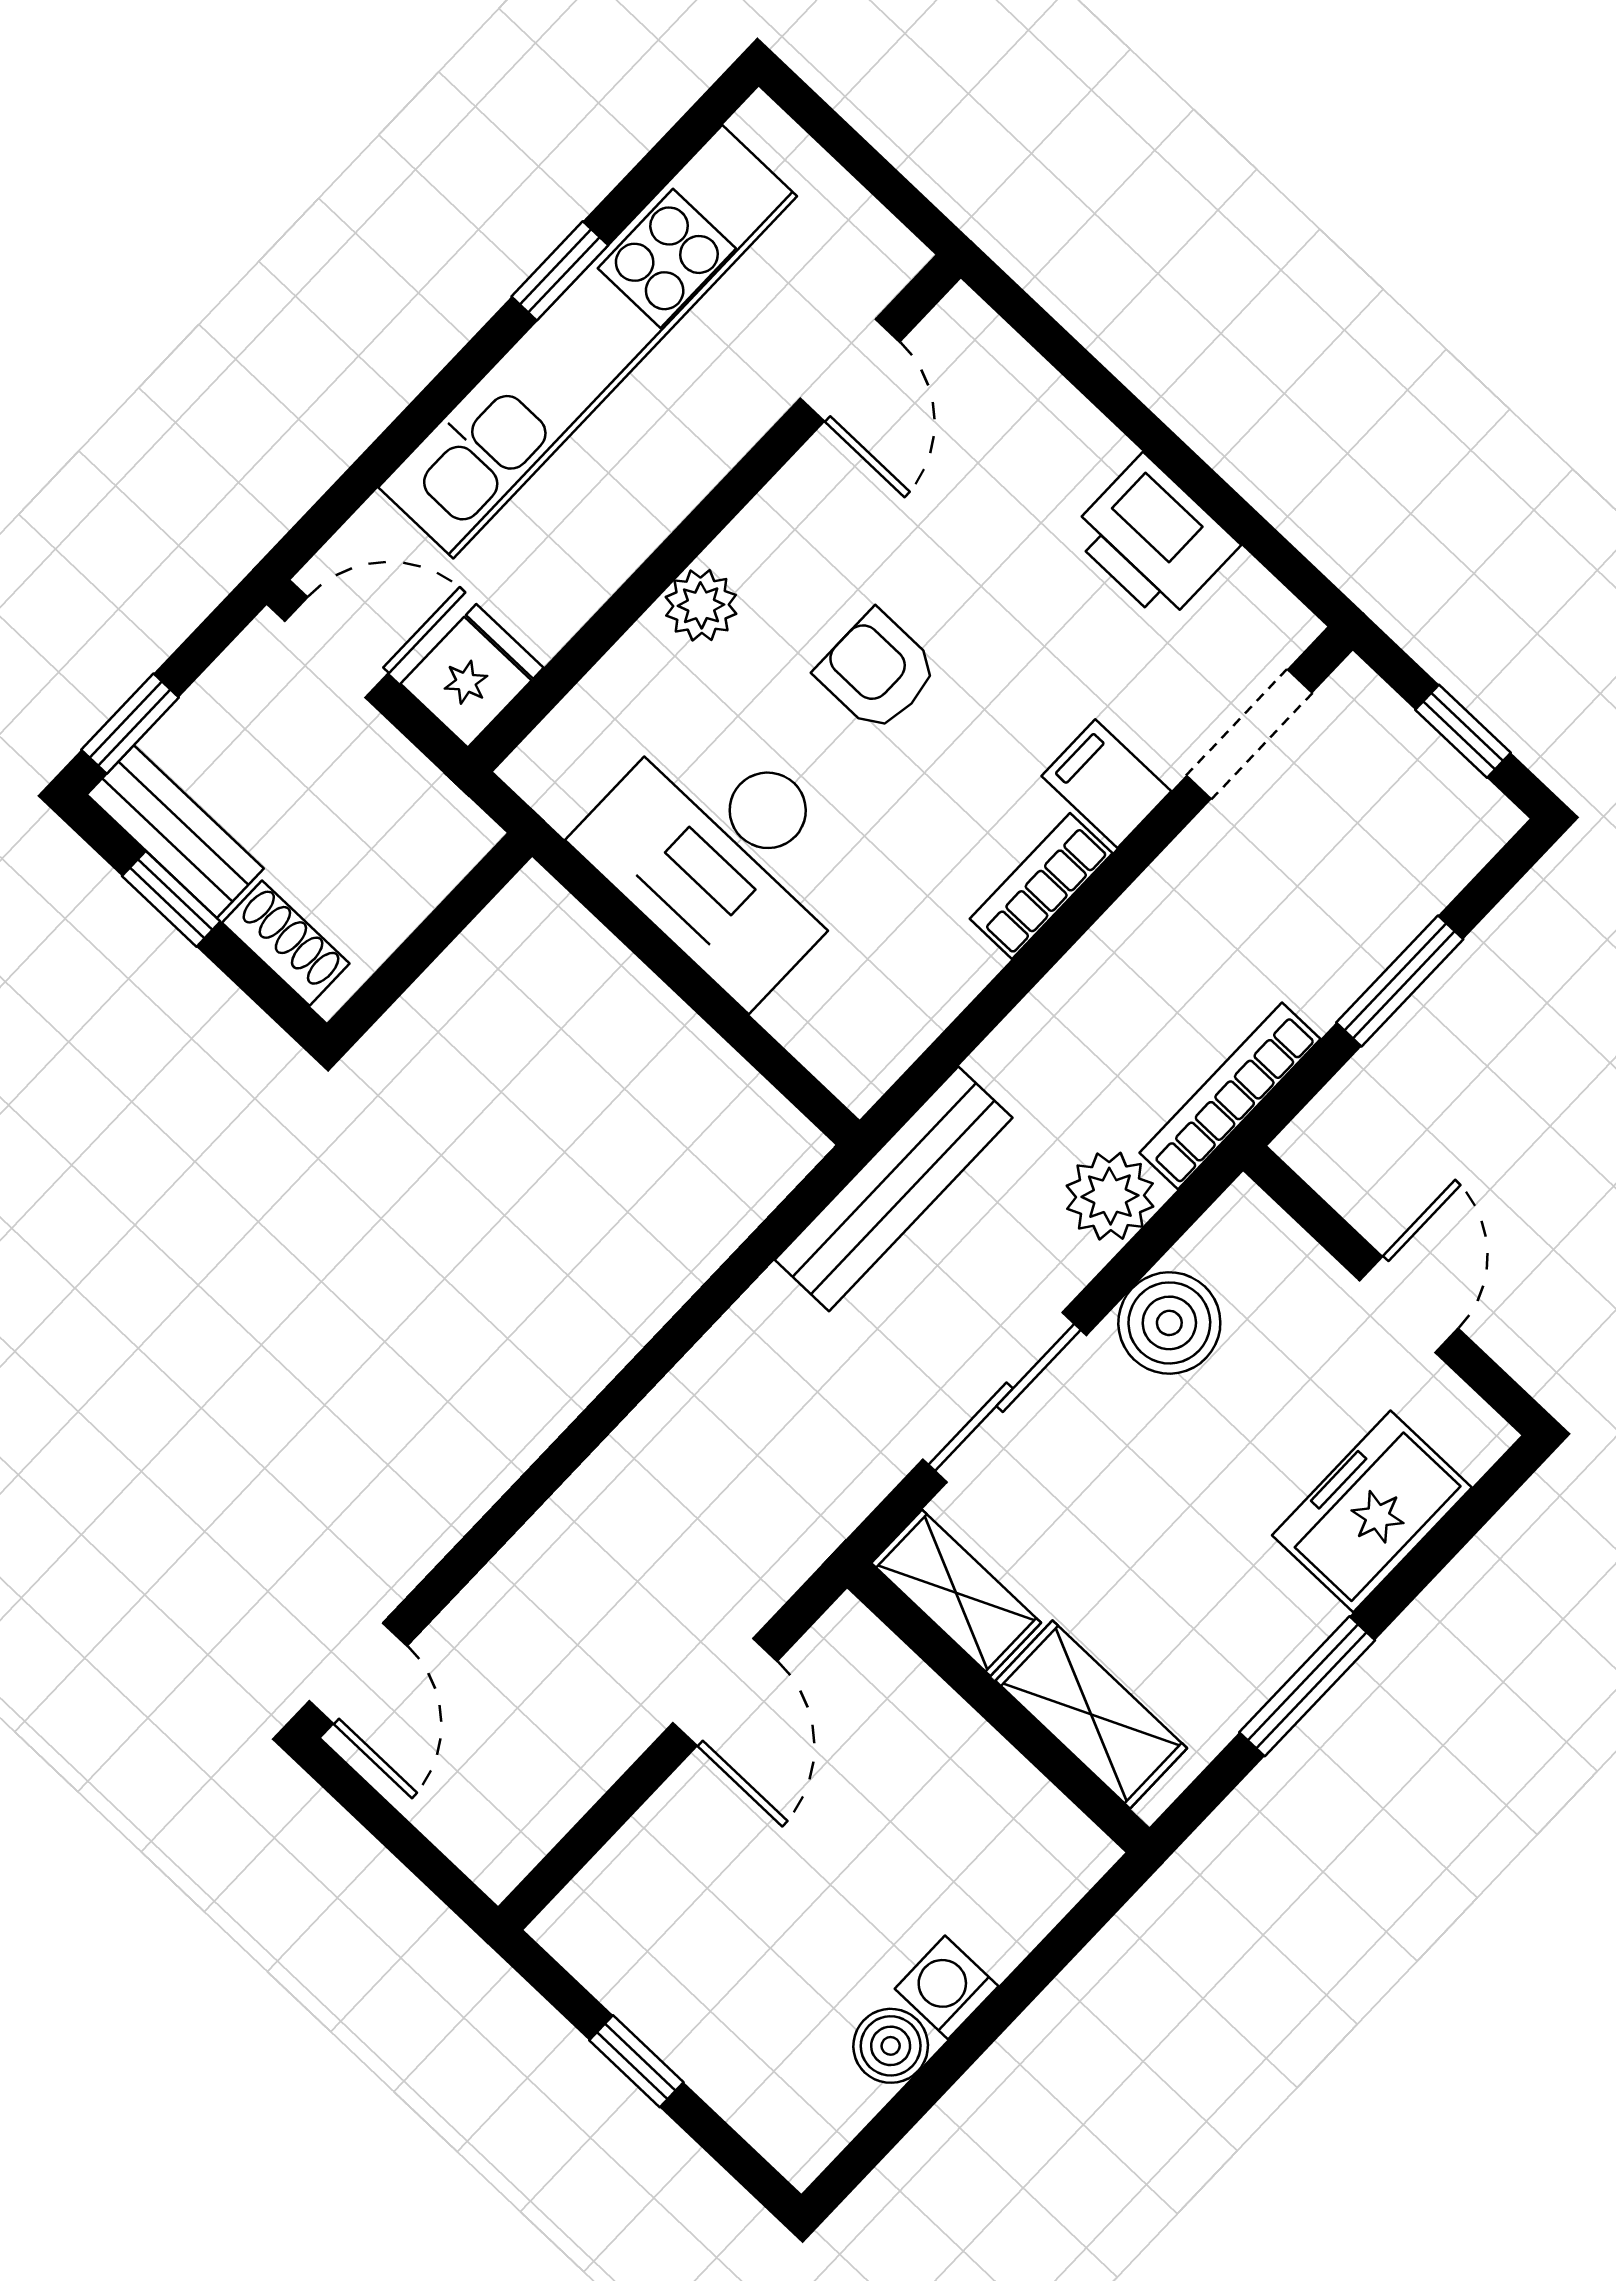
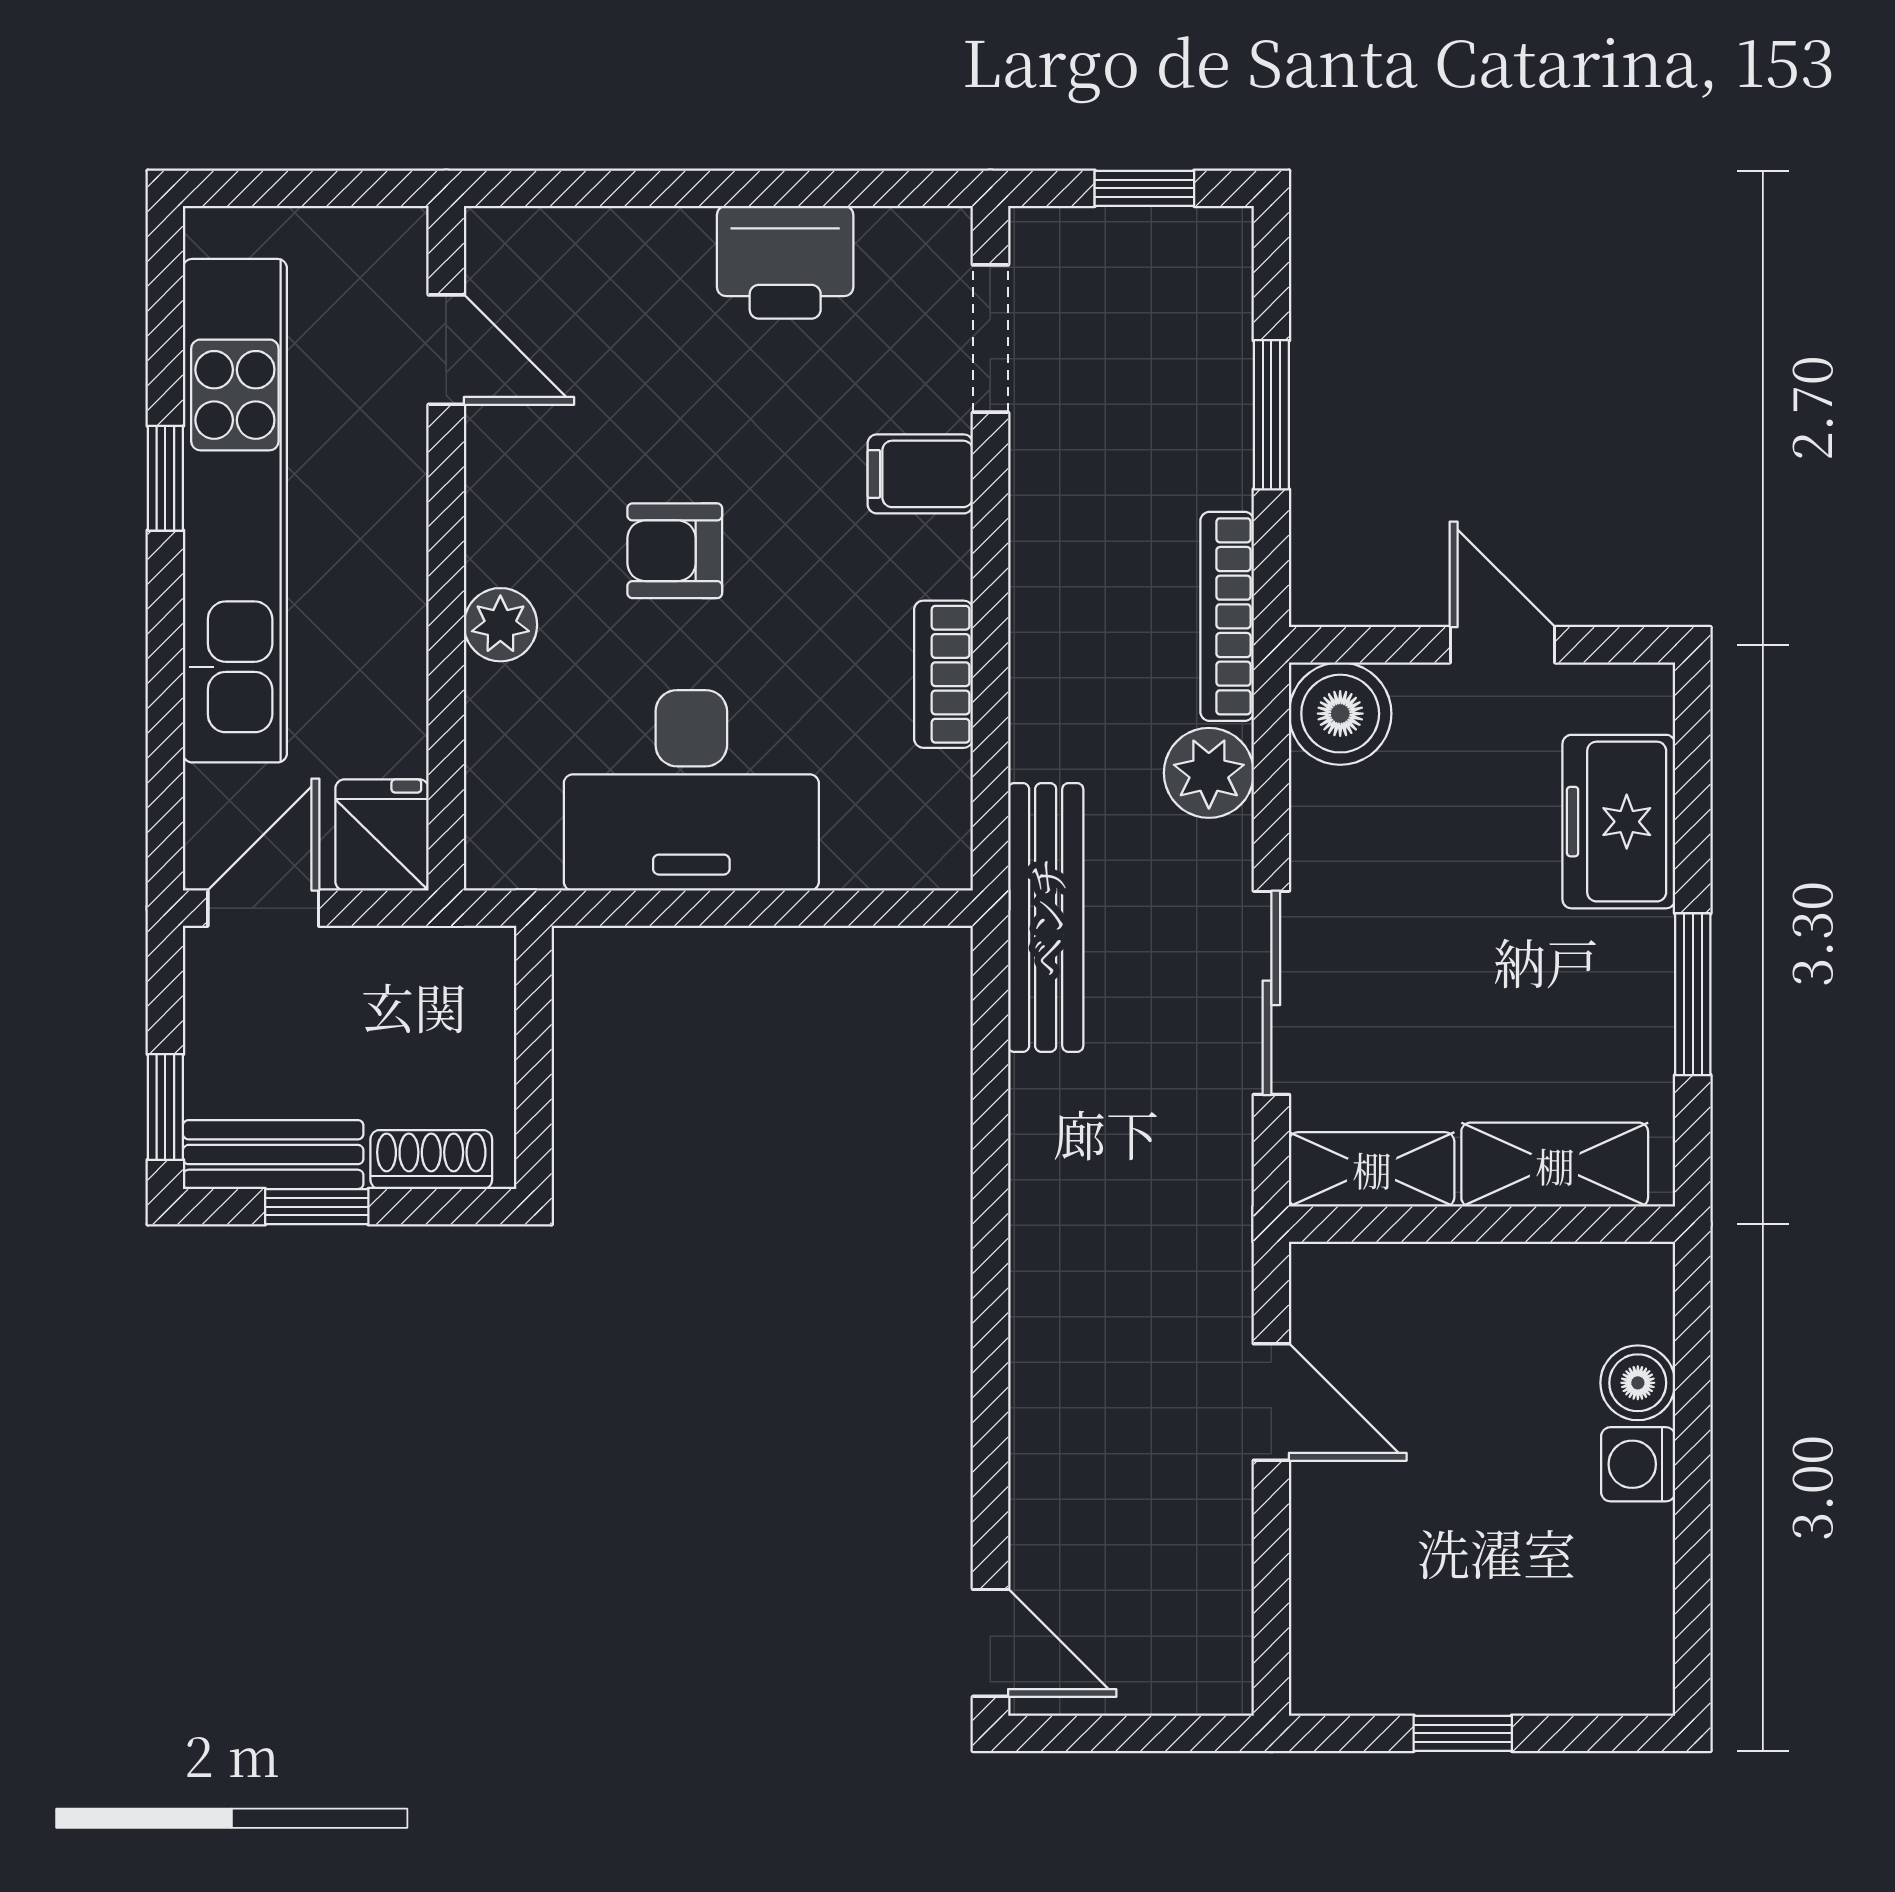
bookcase: (1041, 886) -> (944, 674), moved
boiler: (1169, 1323) -> (1340, 714), moved
boiler: (891, 2046) -> (1638, 1383), moved

